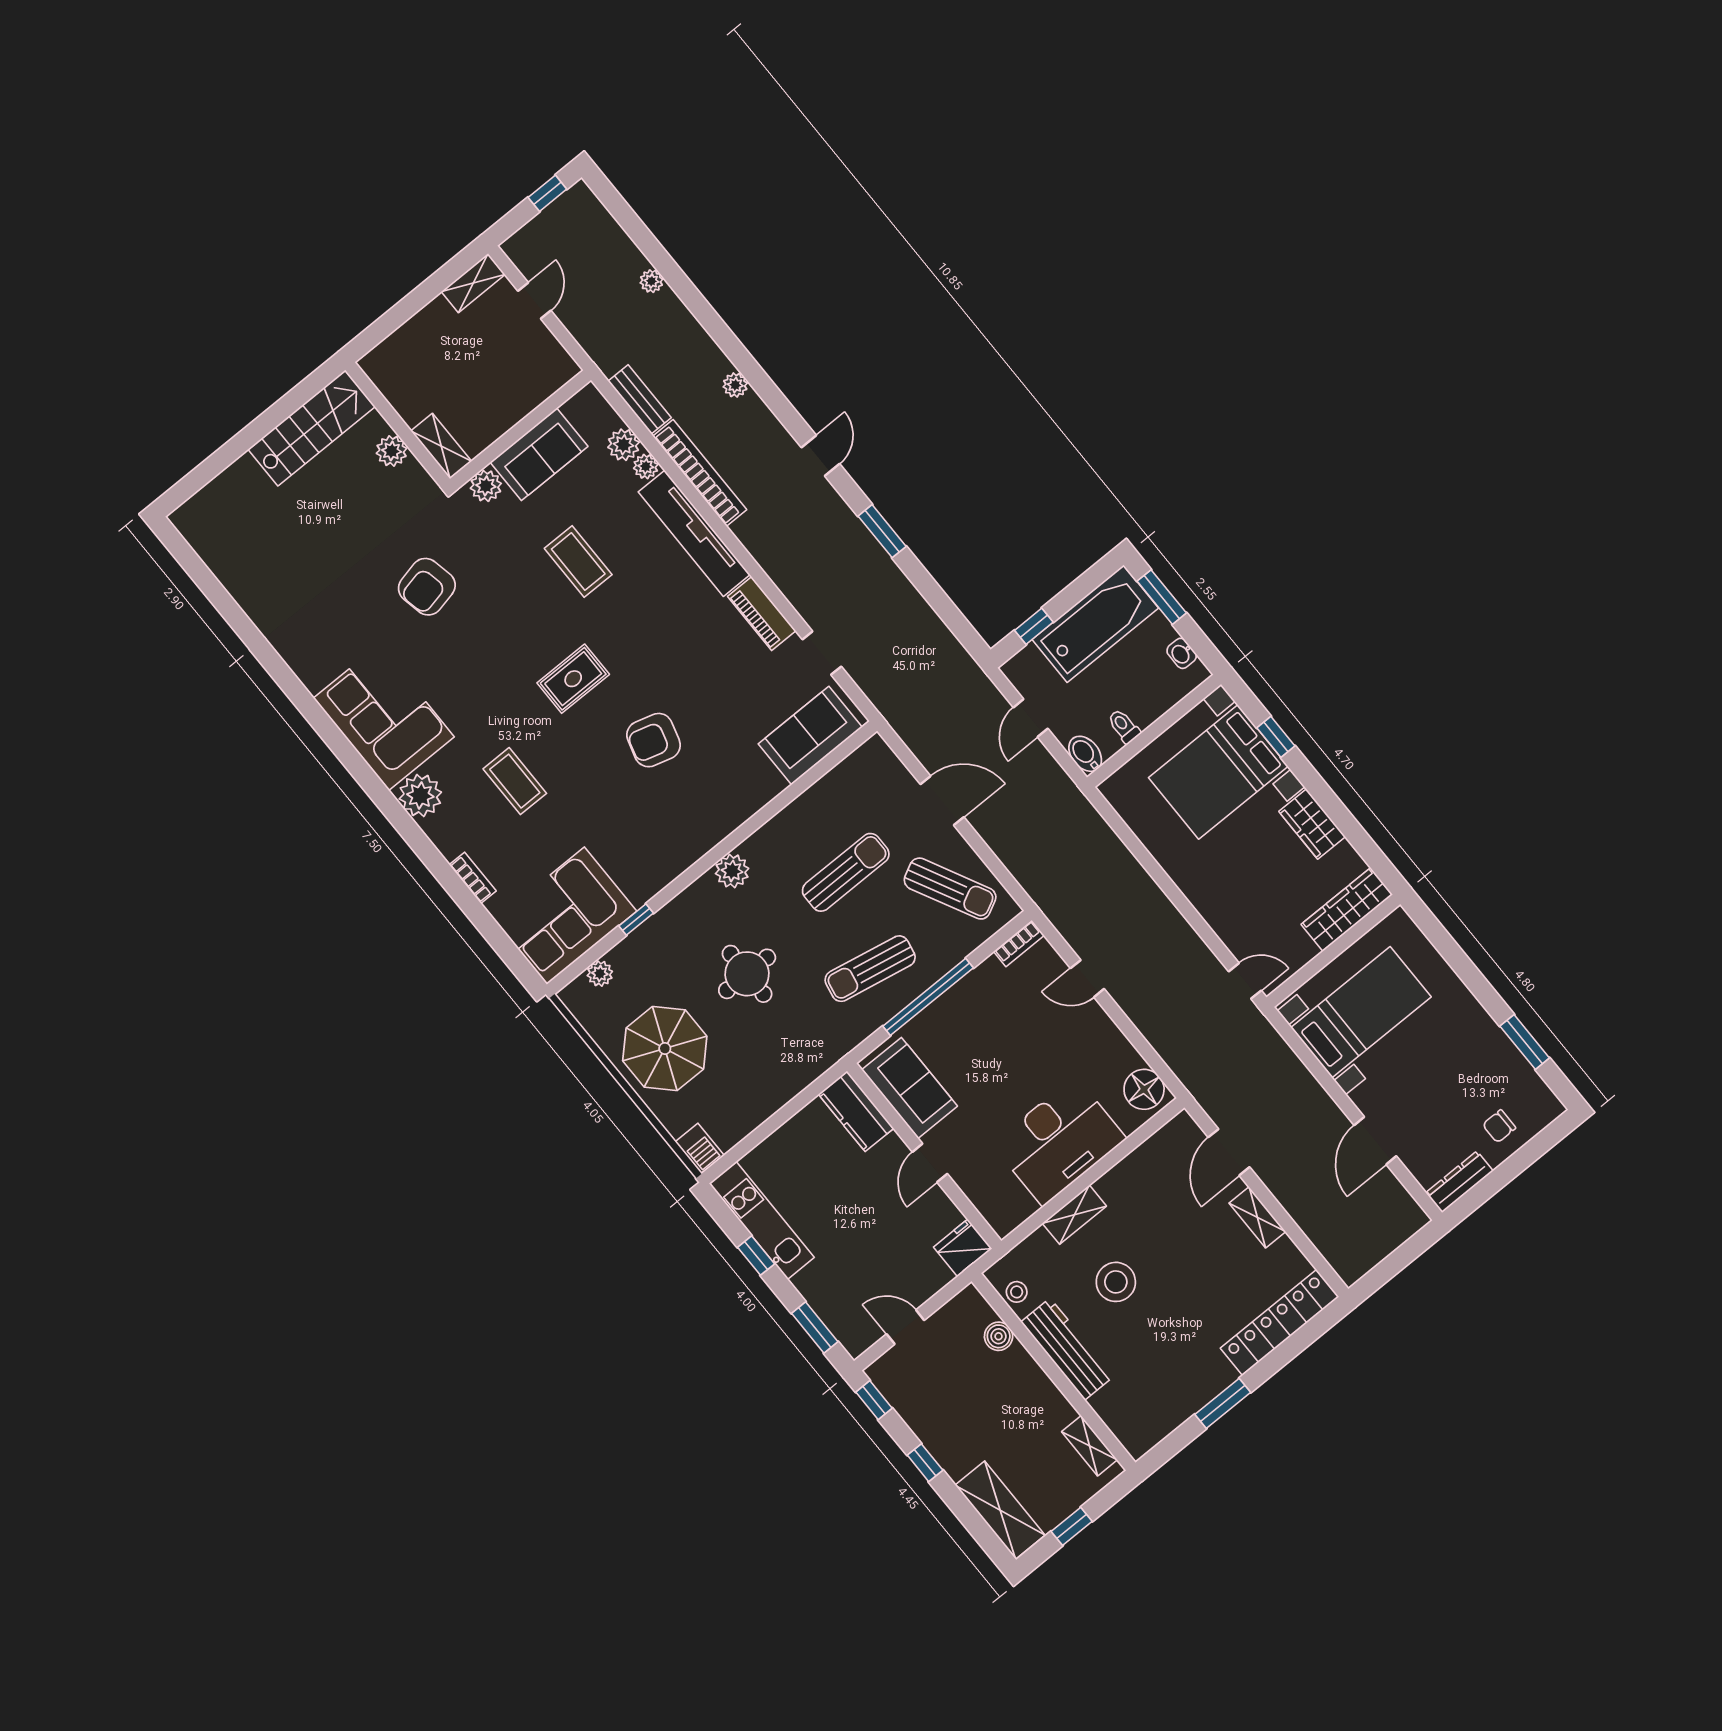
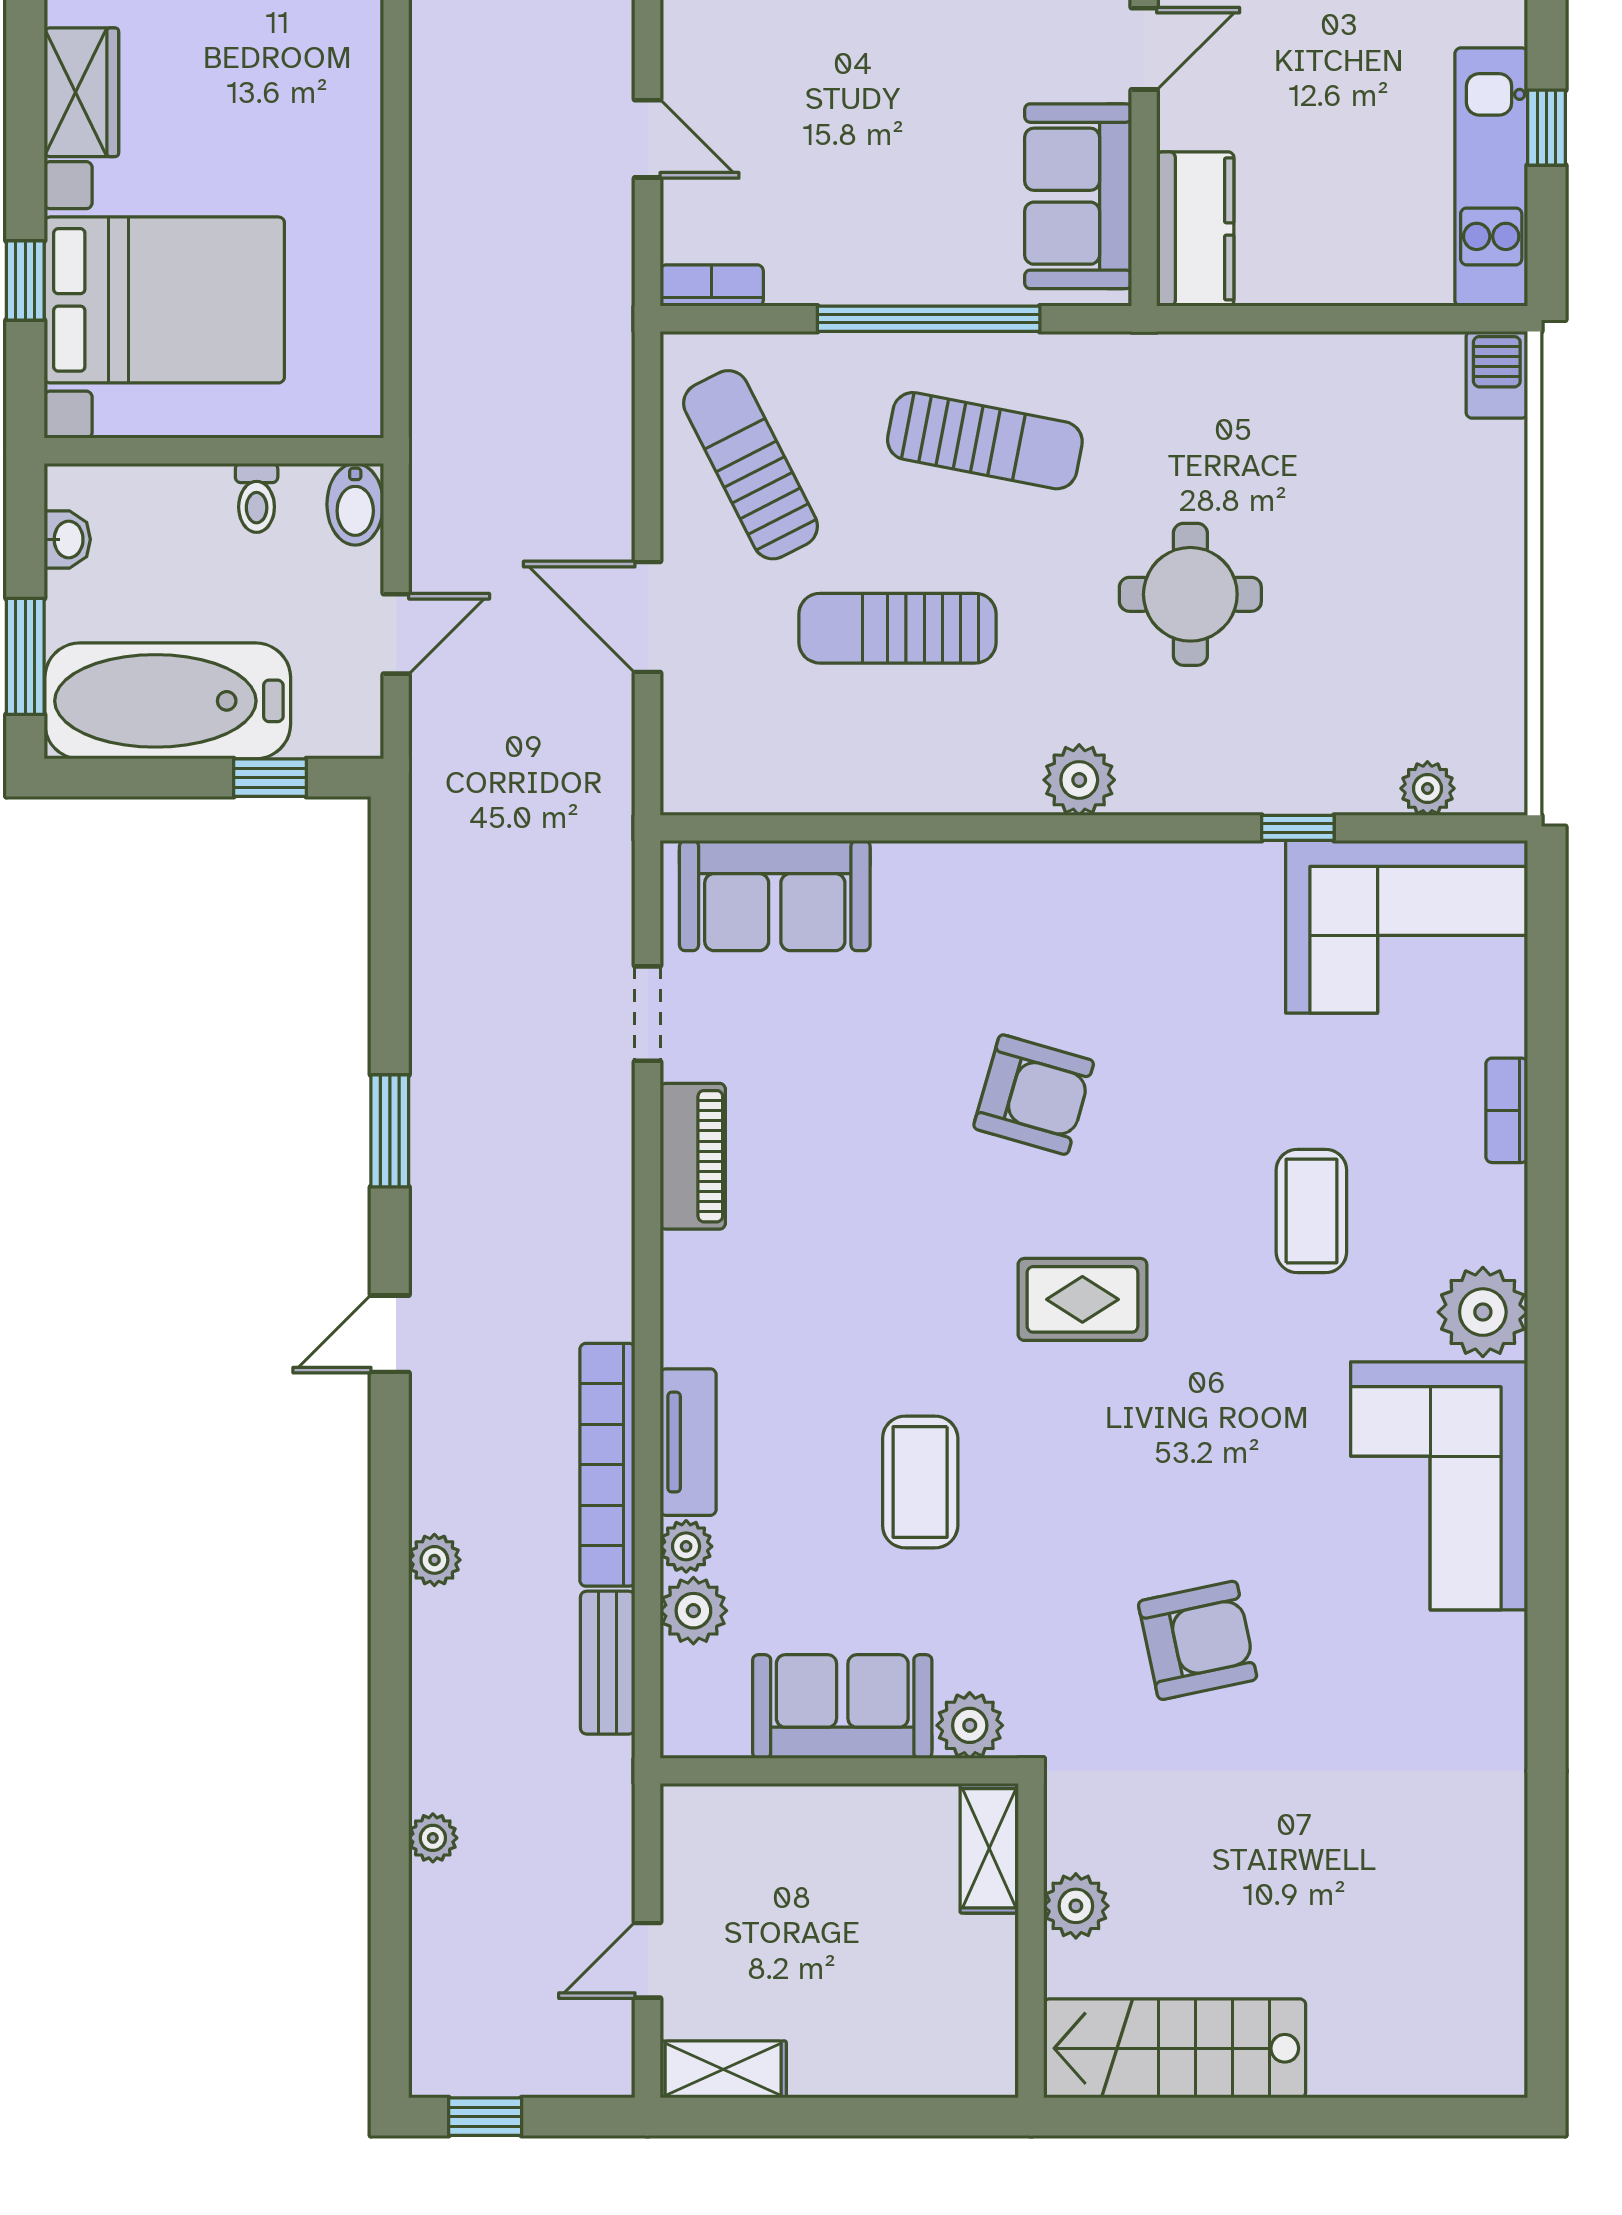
tv unit: (694, 533) -> (688, 1442), width x0.52, depth x0.78
parasol: (665, 1048) -> (1421, 582), removed

